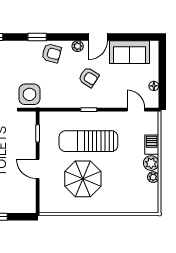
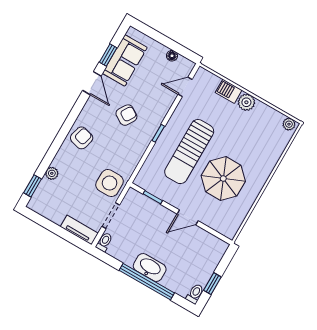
window: (37, 37) -> (108, 55), moved
plant: (78, 46) -> (52, 173), moved
plant: (153, 177) -> (289, 124), moved

